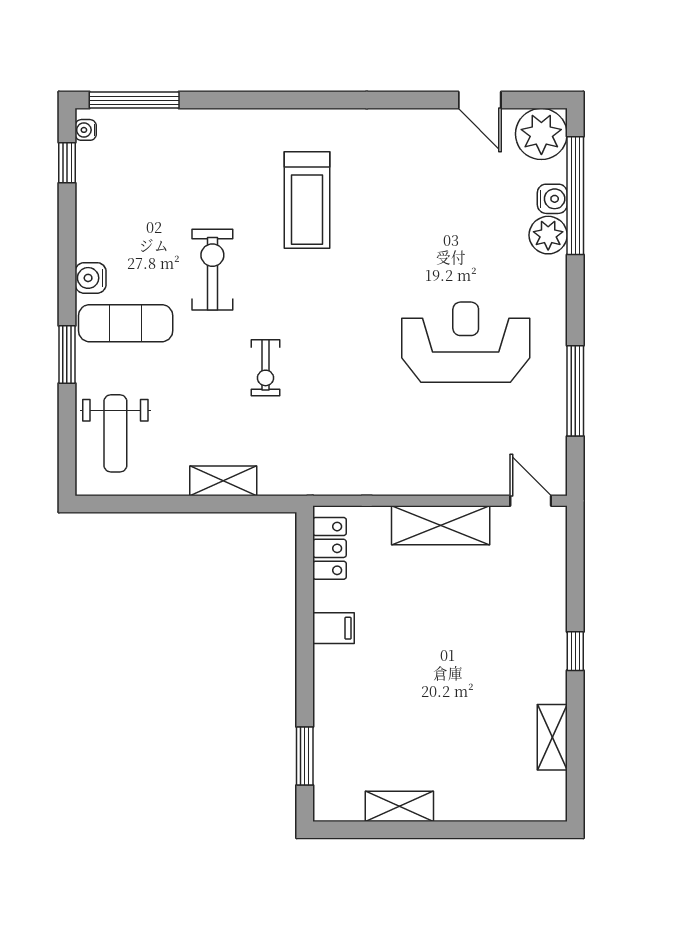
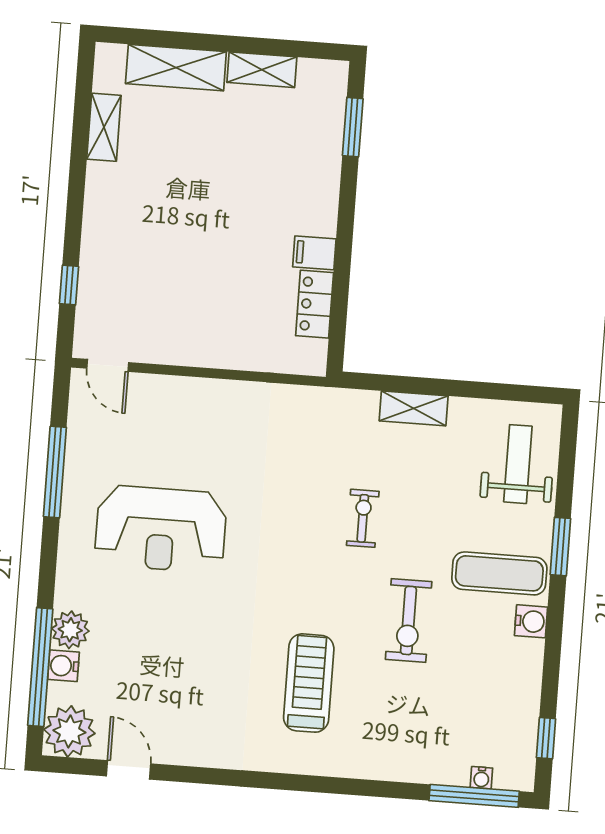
water cooler: (86, 130) -> (481, 778), moved, turned 90
shelving: (441, 525) -> (176, 68), moved
locker: (330, 548) -> (315, 304), moved
window: (575, 651) -> (69, 285), moved

